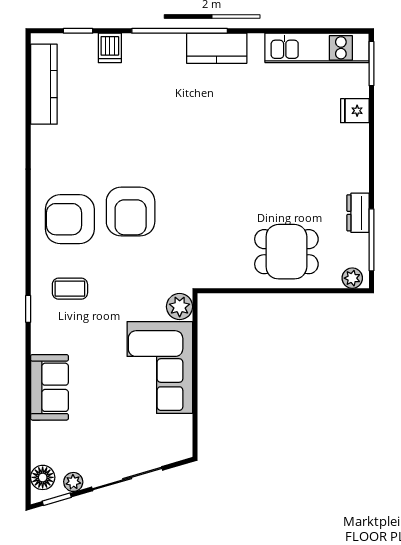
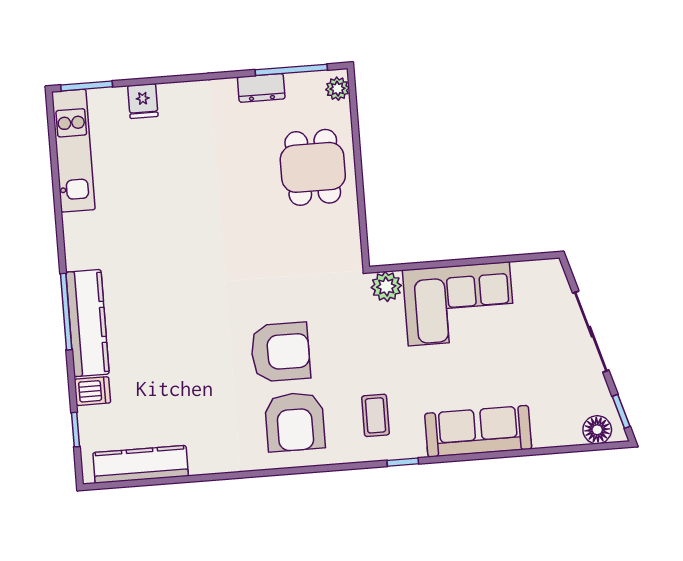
window: (180, 31) -> (66, 312), width x0.68
kitchen counter: (217, 48) -> (87, 323), moved, width x1.50
sofa: (49, 387) -> (478, 431), width x1.36
plant: (73, 482) -> (600, 394), removed

